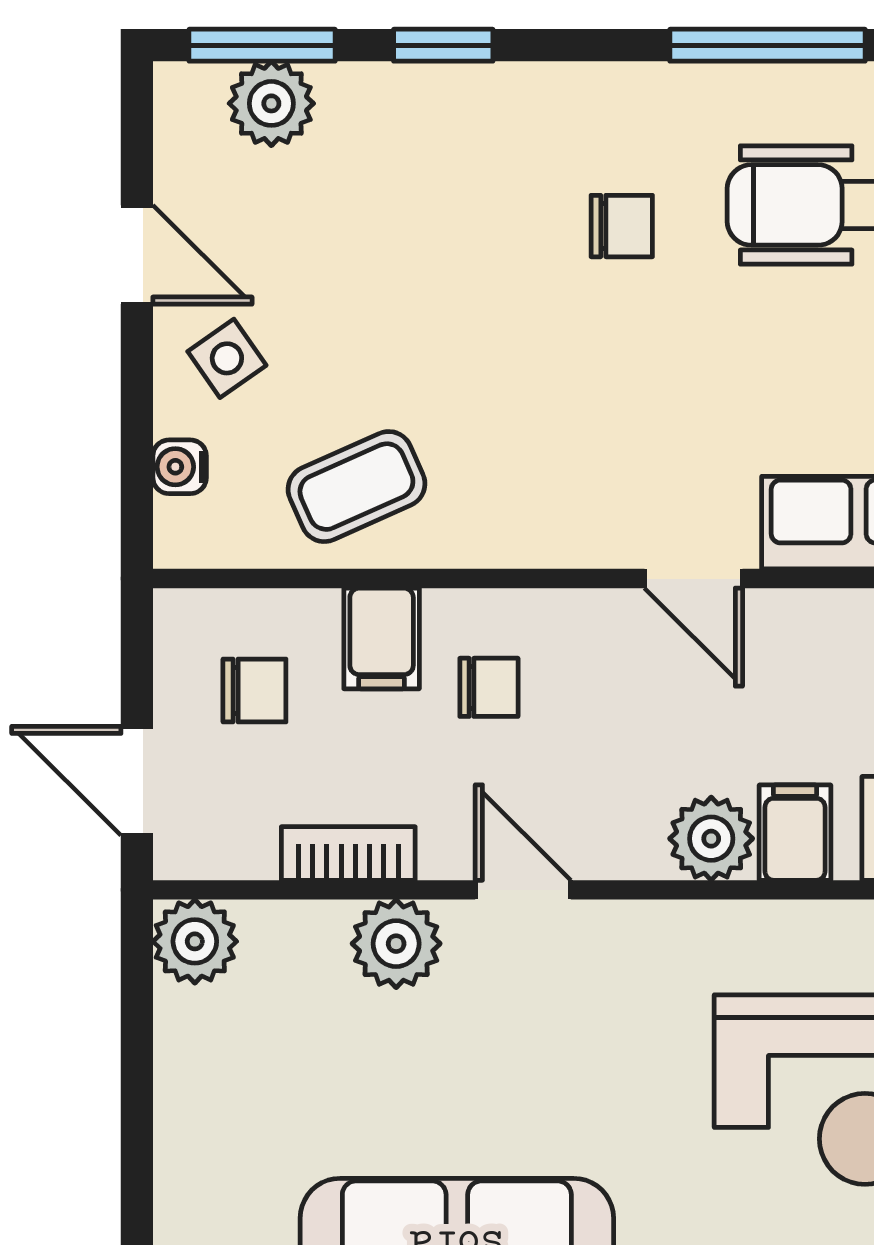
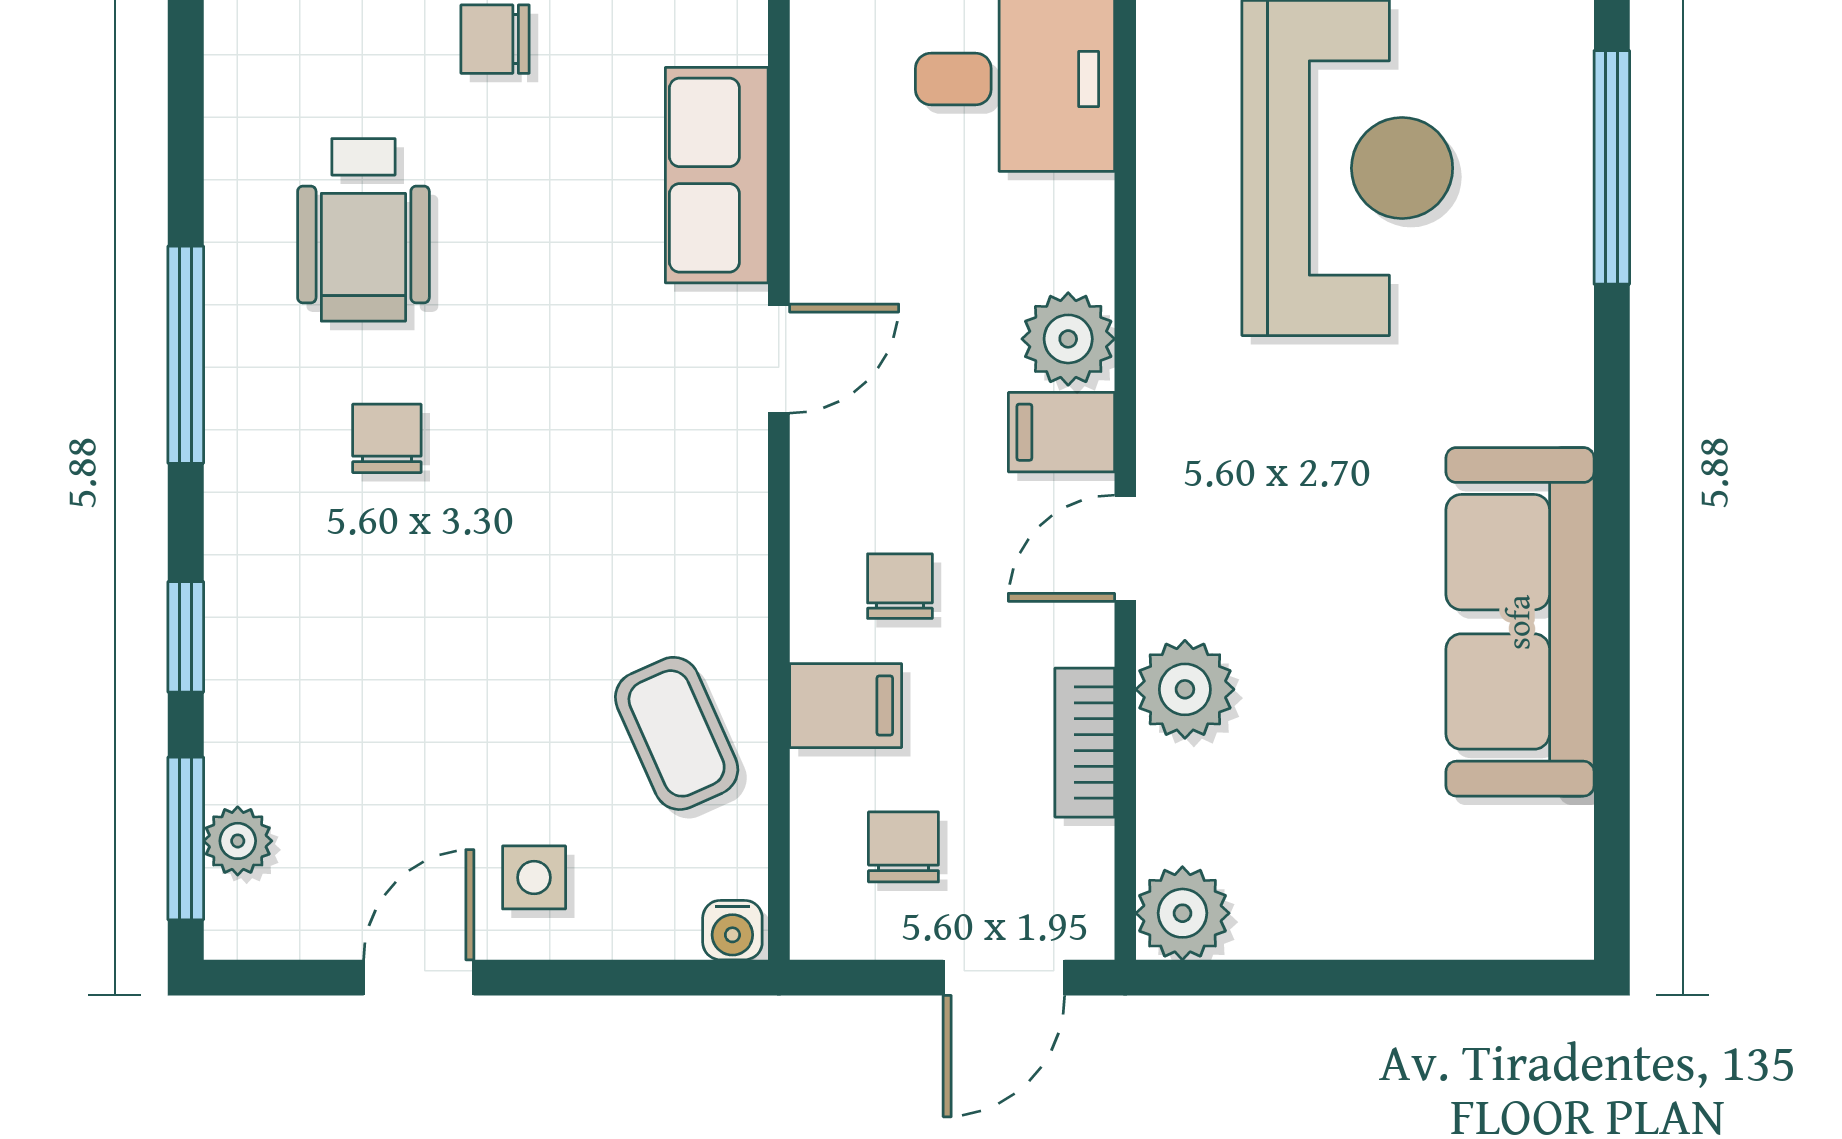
window: (767, 45) -> (186, 355), moved
plant: (271, 103) -> (238, 841), width x0.73, depth x0.73
side table: (227, 358) -> (534, 877), turned 35
water cooler: (180, 467) -> (732, 930), moved
filing cabinet: (795, 833) -> (1061, 432), moved

